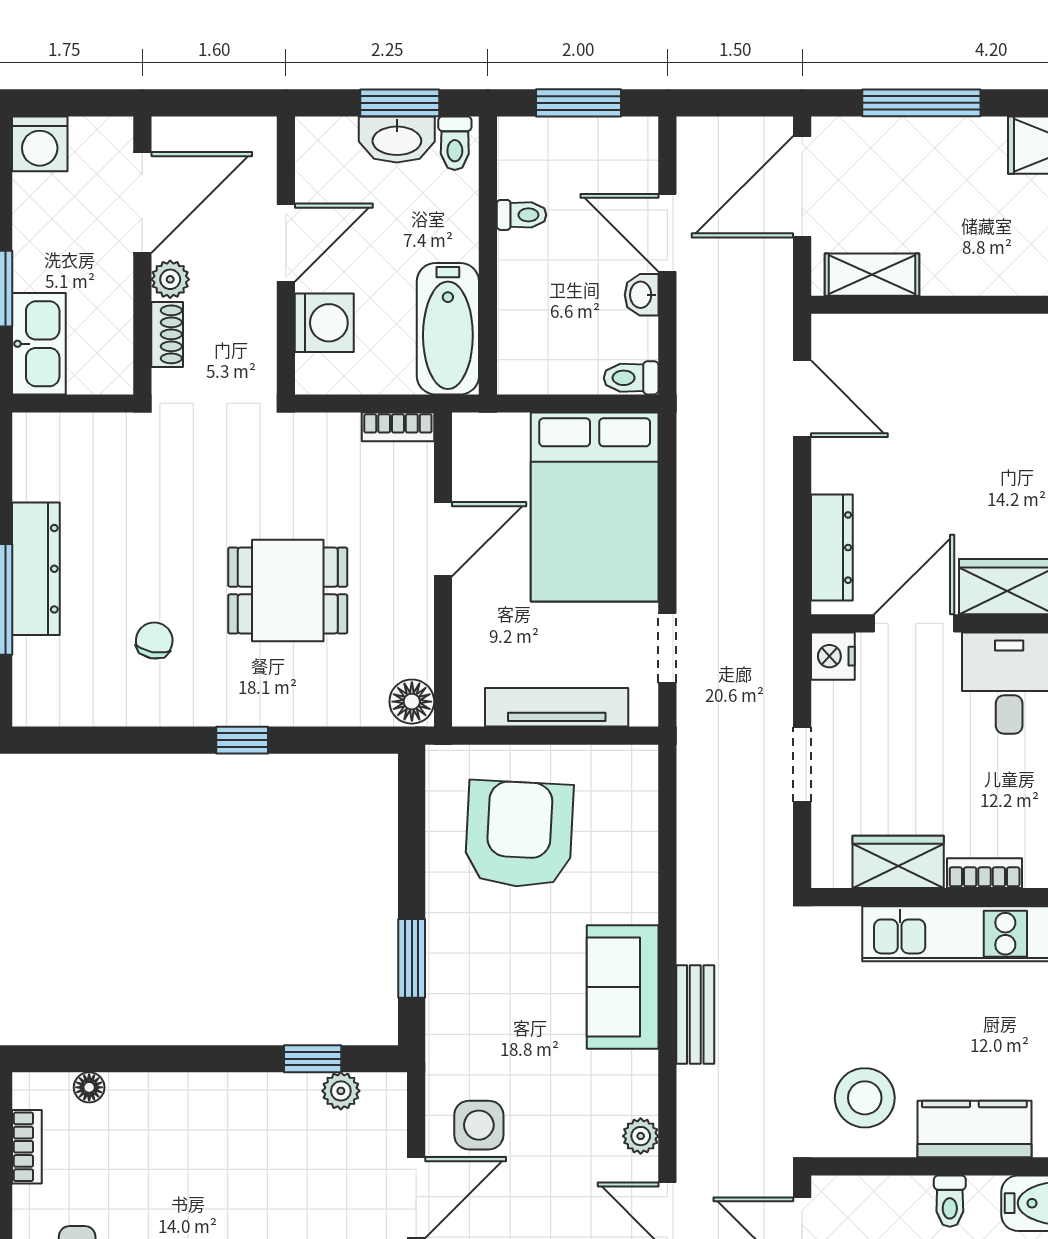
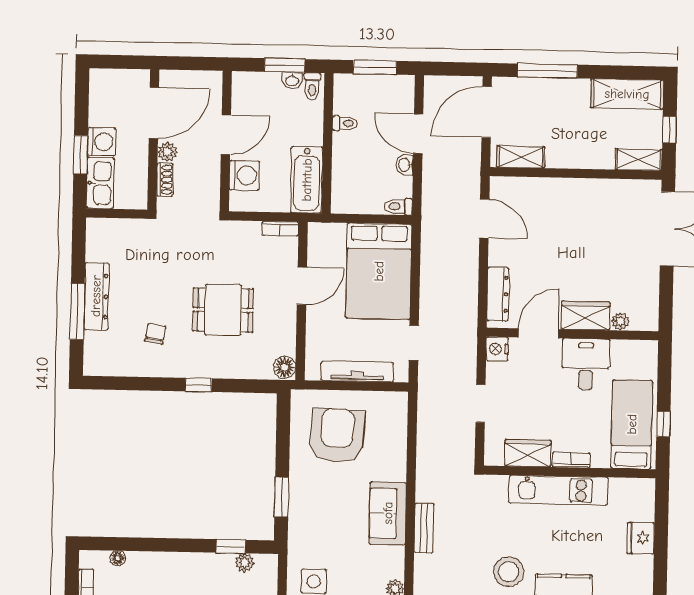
washbasin: (397, 139) -> (292, 80), width x0.52, depth x0.69
washing machine: (40, 144) -> (102, 142), moved, turned -90

